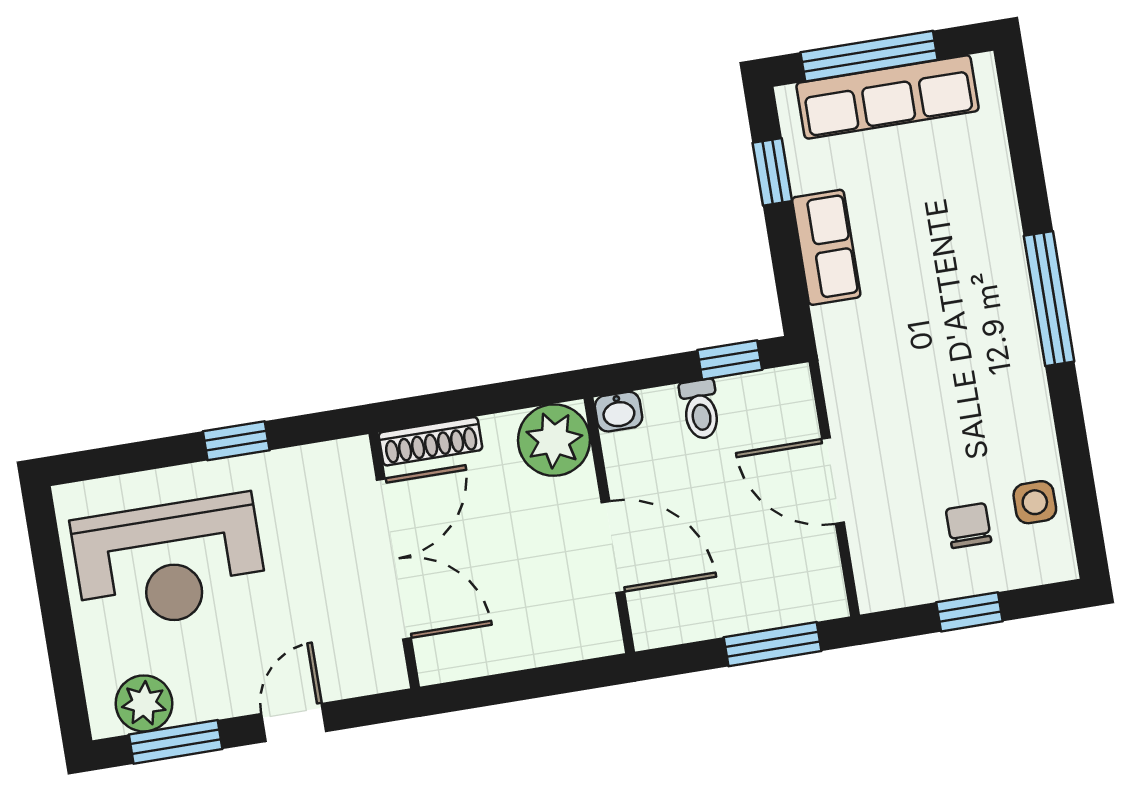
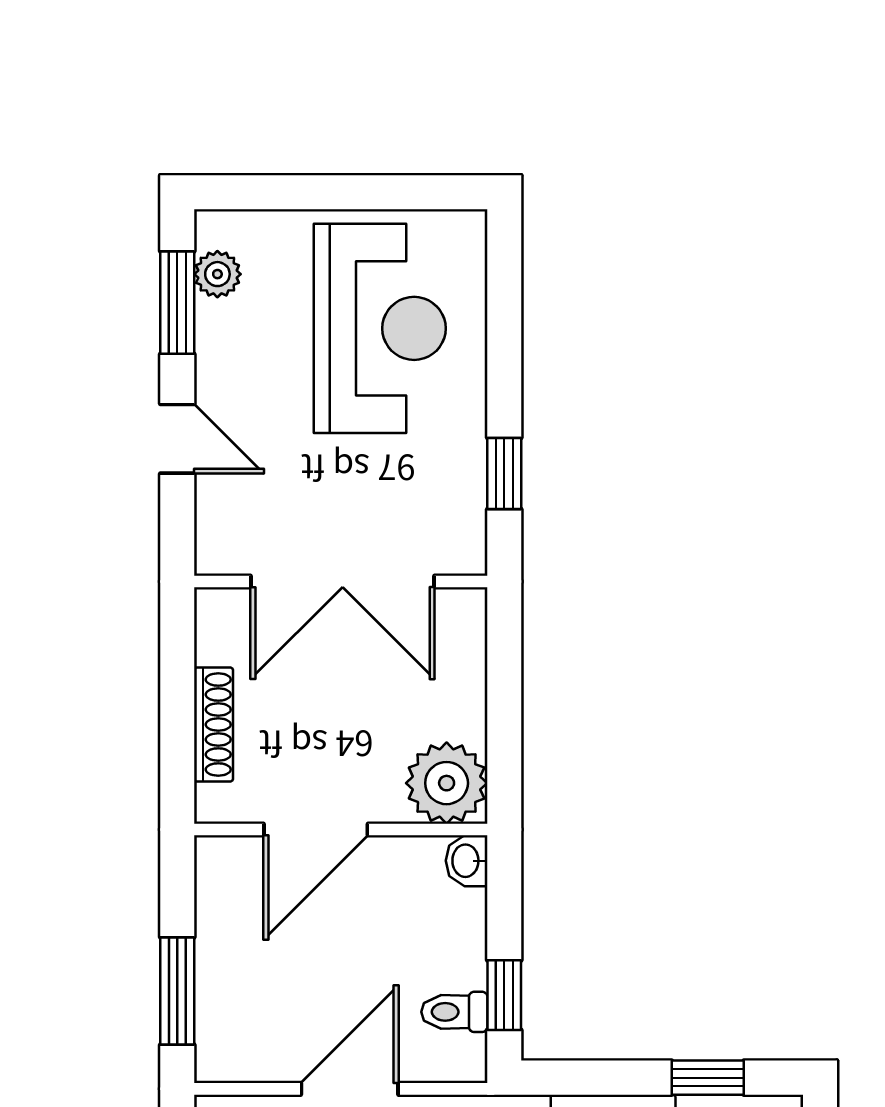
toilet: (700, 409) -> (454, 1012), moved
window: (236, 441) -> (504, 473), moved
shoe rack: (430, 441) -> (214, 725), moved, turned 180
reception desk: (169, 563) -> (380, 328), turned 180
plant: (144, 703) -> (217, 274), width x0.73, depth x0.73

